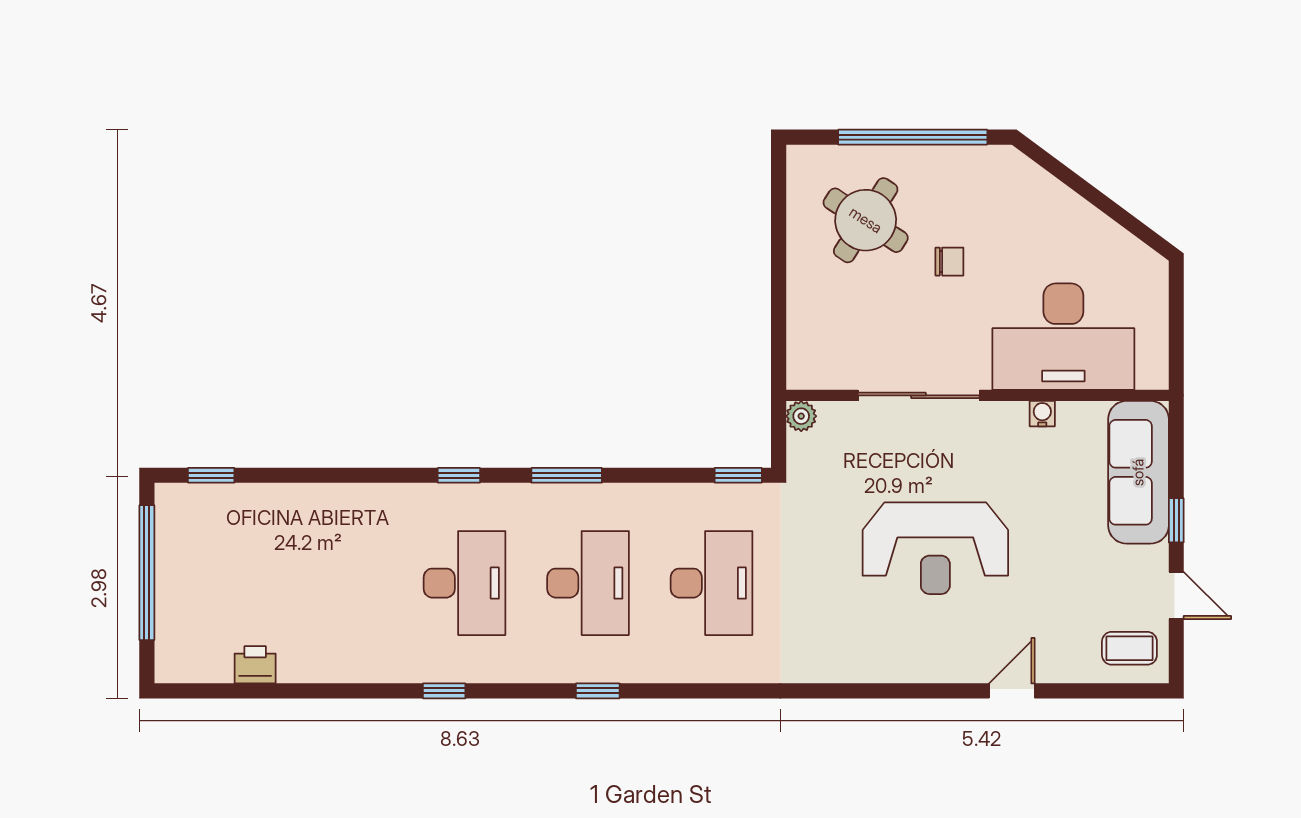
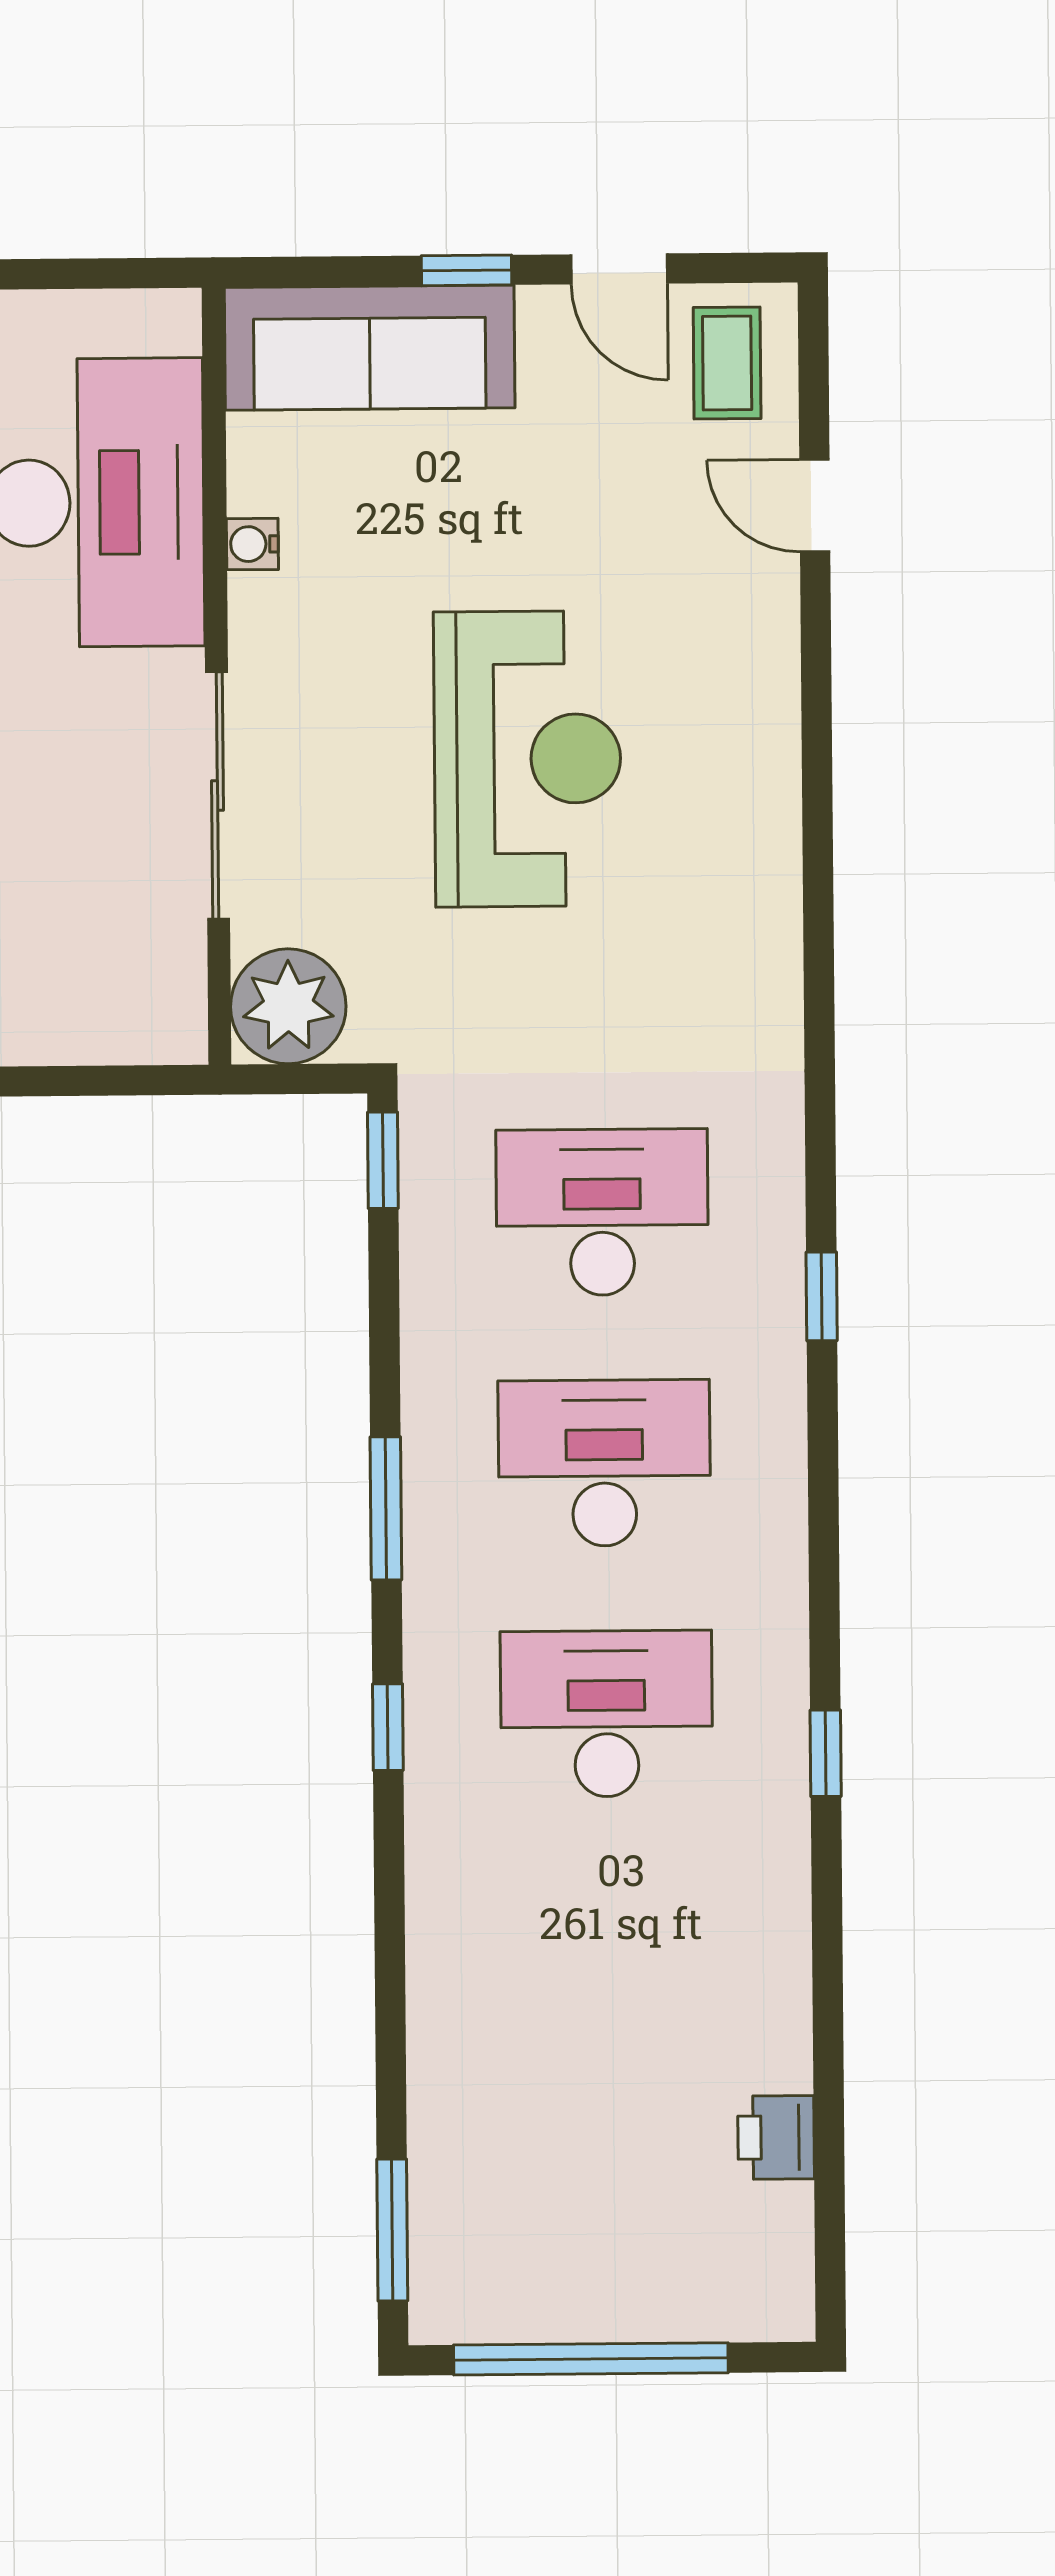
plant: (801, 416) -> (288, 1006), width x1.88, depth x1.88
window: (211, 475) -> (392, 2230), width x1.50
door: (1176, 595) -> (619, 269), swing flipped
window: (598, 691) -> (822, 1296), moved
door: (1012, 691) -> (815, 506), moved

